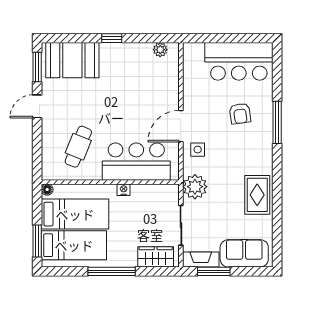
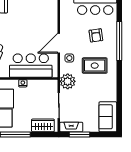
window: (277, 122) -> (119, 41), width x1.46
rug: (257, 195) -> (95, 66), moved, turned 90
sofa: (244, 253) -> (108, 117), moved, turned -90

